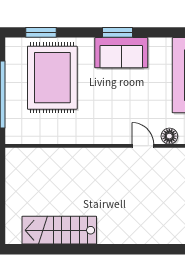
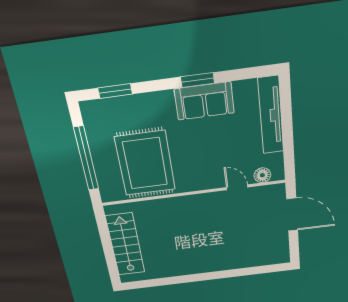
rug: (52, 78) -> (145, 163), moved
stairs: (59, 230) -> (125, 244), moved, turned 90

